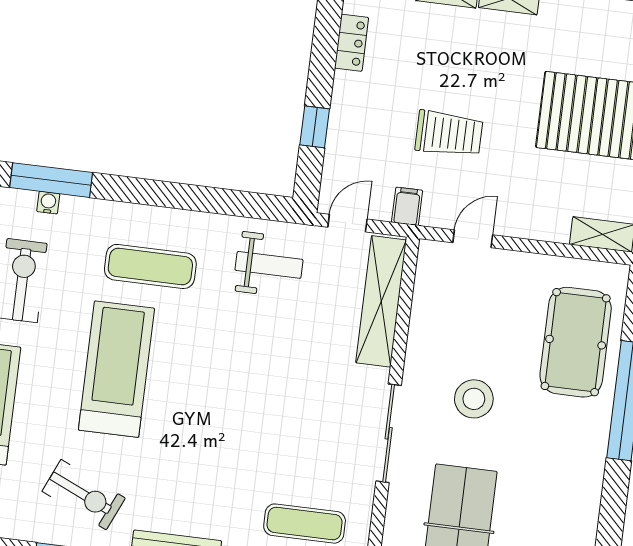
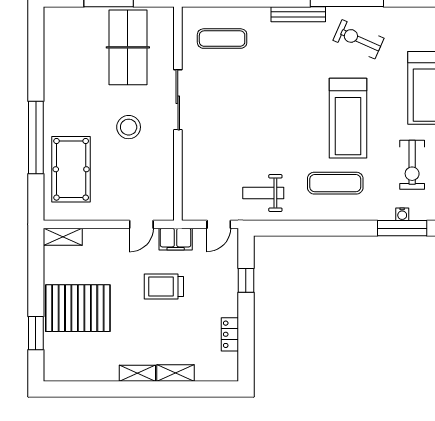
filing cabinet: (407, 206) -> (176, 239), width x2.00
shelving: (381, 301) -> (192, 179), removed

